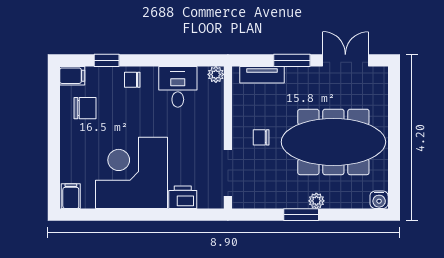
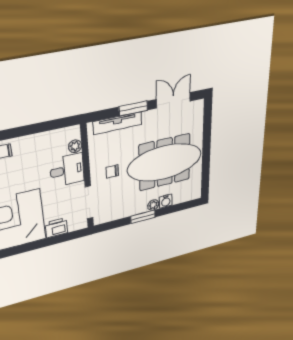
plant: (216, 74) -> (75, 146), moved
tv unit: (262, 75) -> (118, 123), width x1.41
desk: (178, 87) -> (67, 170), moved, turned 90
water cooler: (379, 200) -> (166, 201), moved

